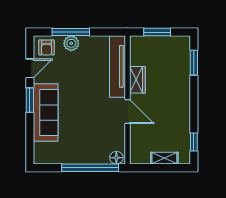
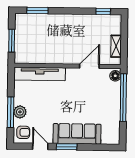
wardrobe: (137, 80) -> (51, 58), removed
door: (127, 112) -> (89, 66), moved
shelving: (164, 158) -> (116, 46), moved

